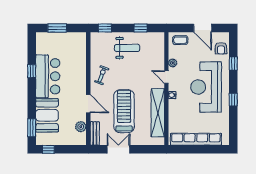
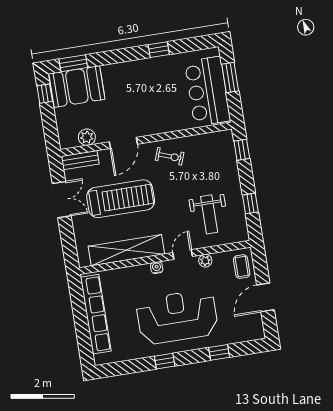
weight bench: (127, 48) -> (209, 214), moved
armchair: (221, 48) -> (239, 330), removed
bar counter: (48, 76) -> (207, 91), moved, turned 90
booth: (47, 115) -> (77, 86), moved

